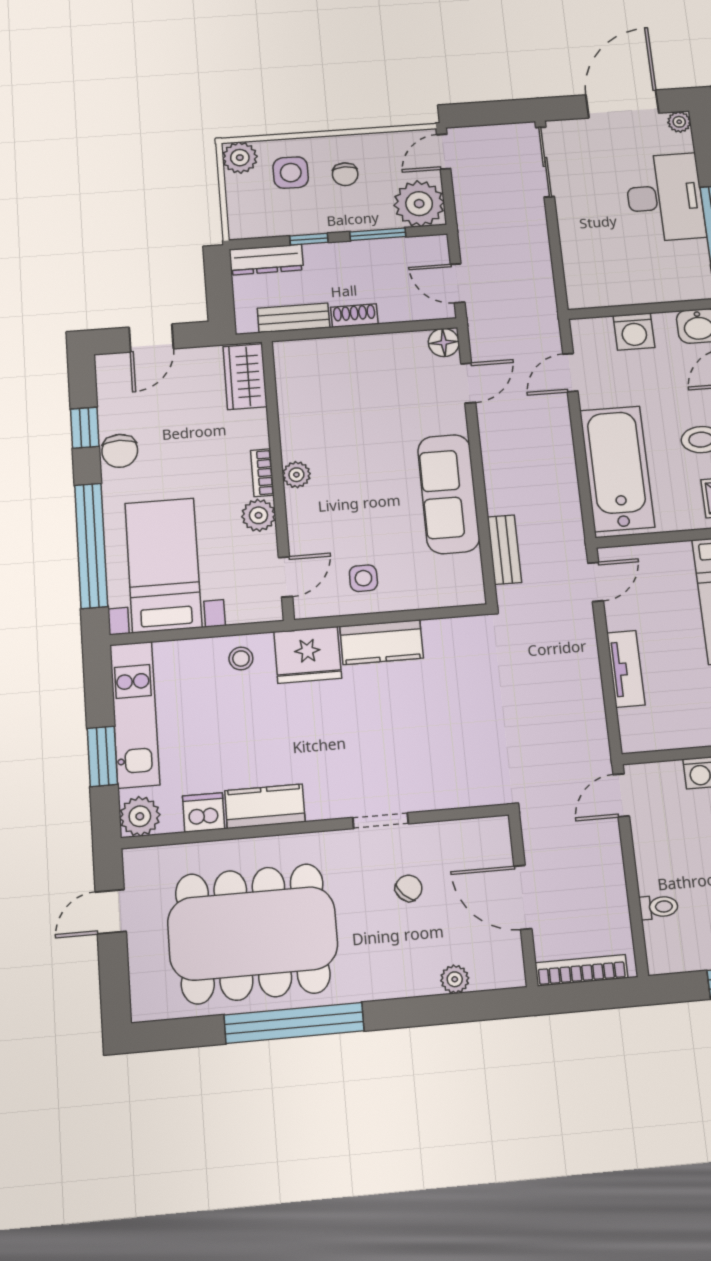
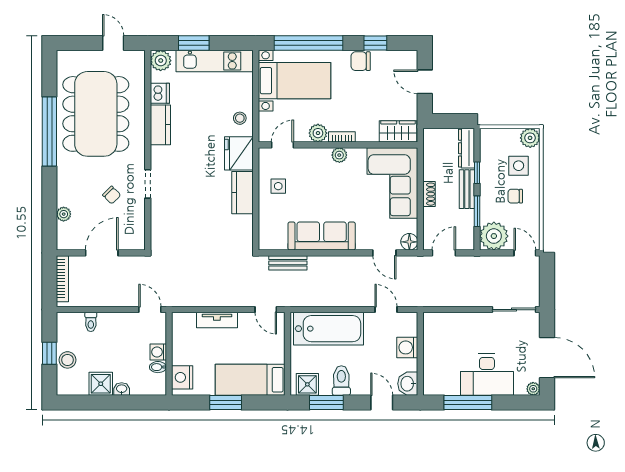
bench: (294, 318) -> (467, 189), moved
corner sofa: (340, 379) -> (392, 183), added
door: (285, 577) -> (282, 145), swing flipped

